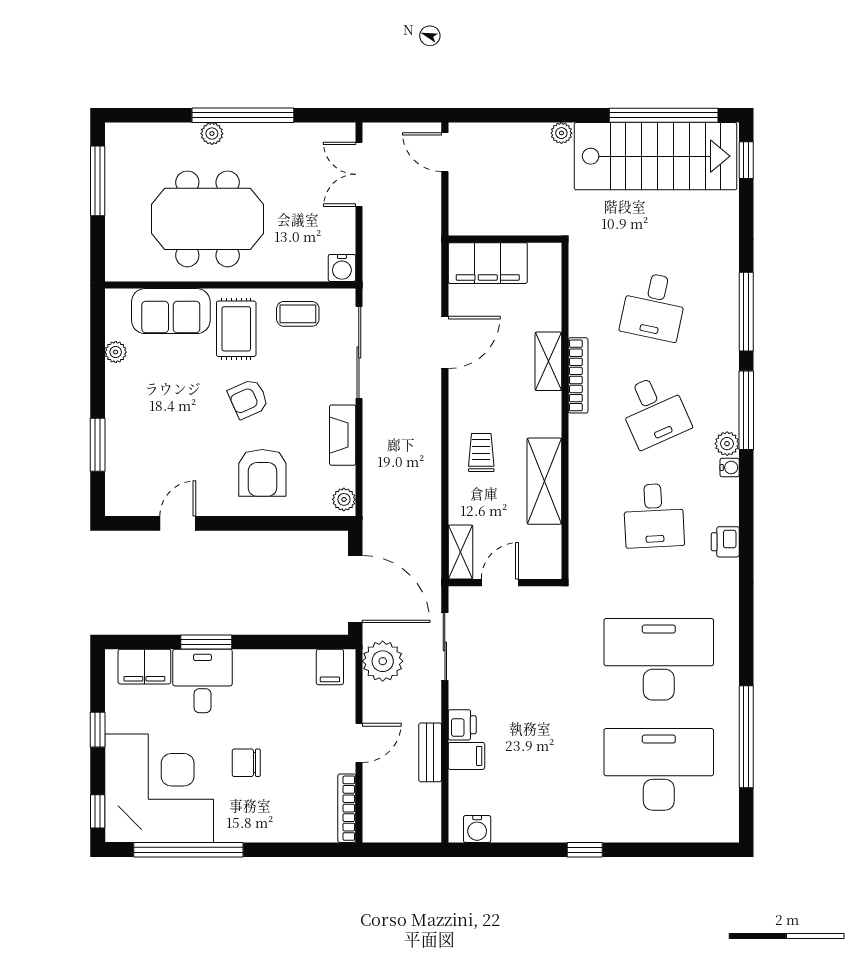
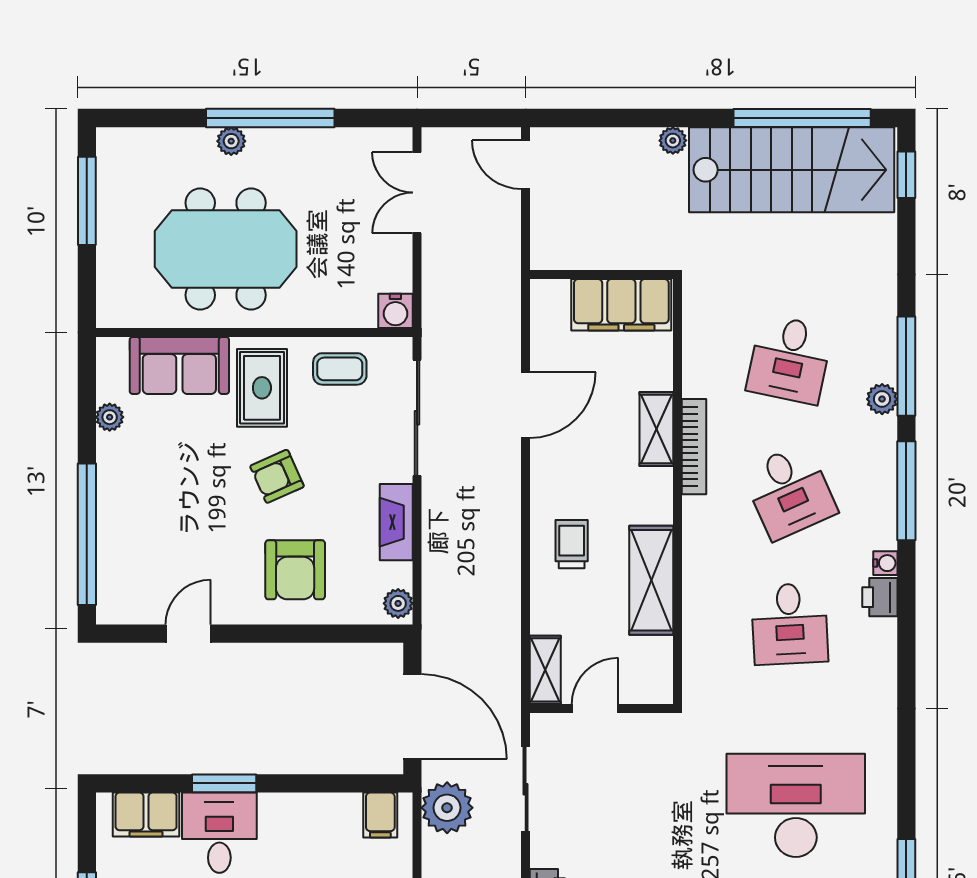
filing cabinet: (488, 263) -> (621, 305), moved
plant: (727, 444) -> (882, 399), moved
window: (98, 445) -> (87, 534), width x2.11
printer: (725, 542) -> (880, 597), moved

